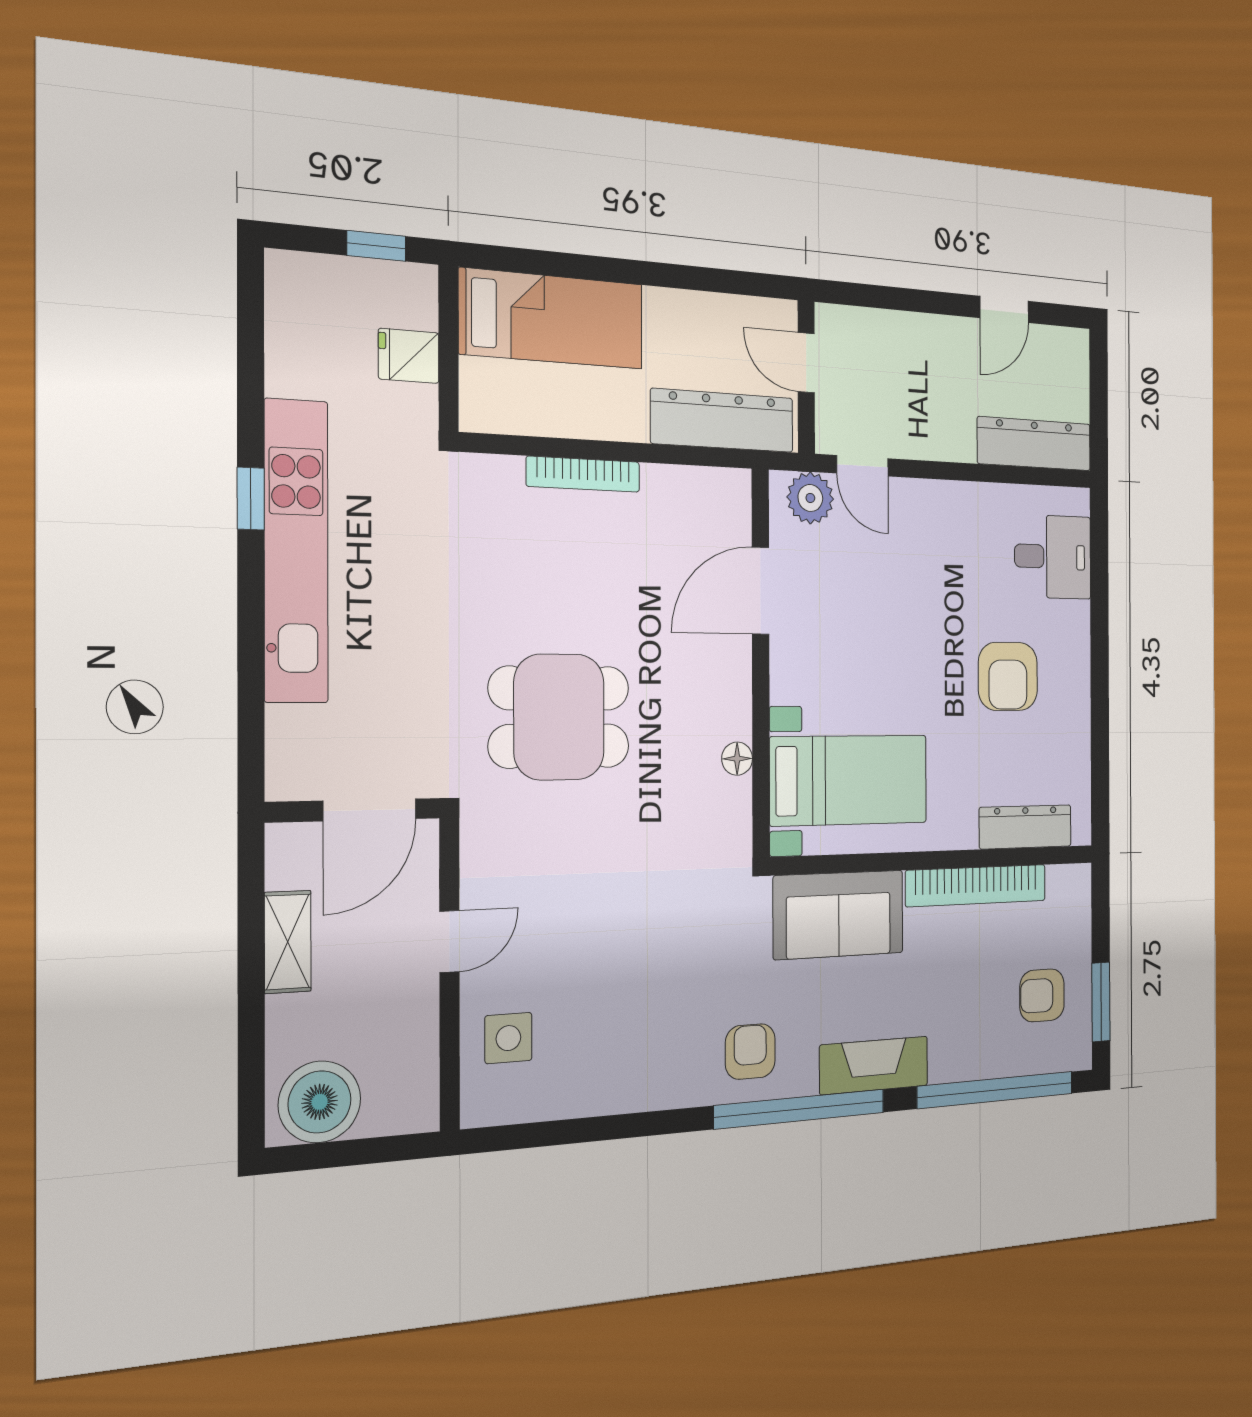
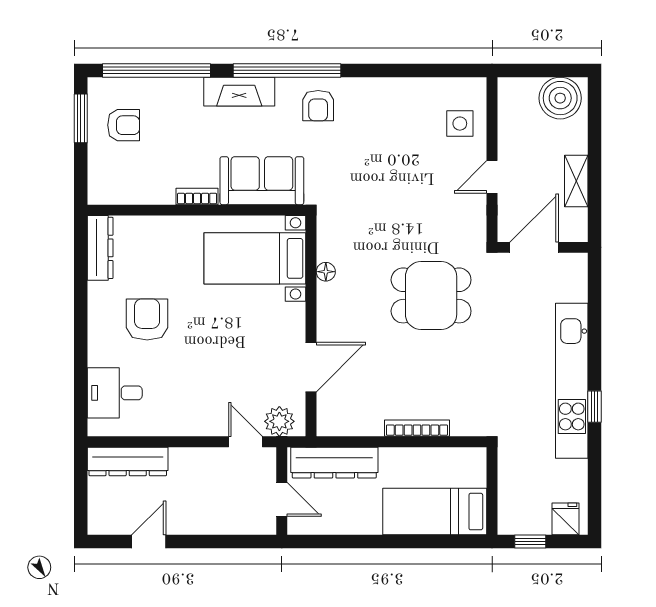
fridge: (409, 356) -> (565, 519), moved, turned -90
dresser: (1025, 827) -> (100, 248), moved, turned -90
bookcase: (976, 886) -> (197, 196), width x0.43, depth x0.76

